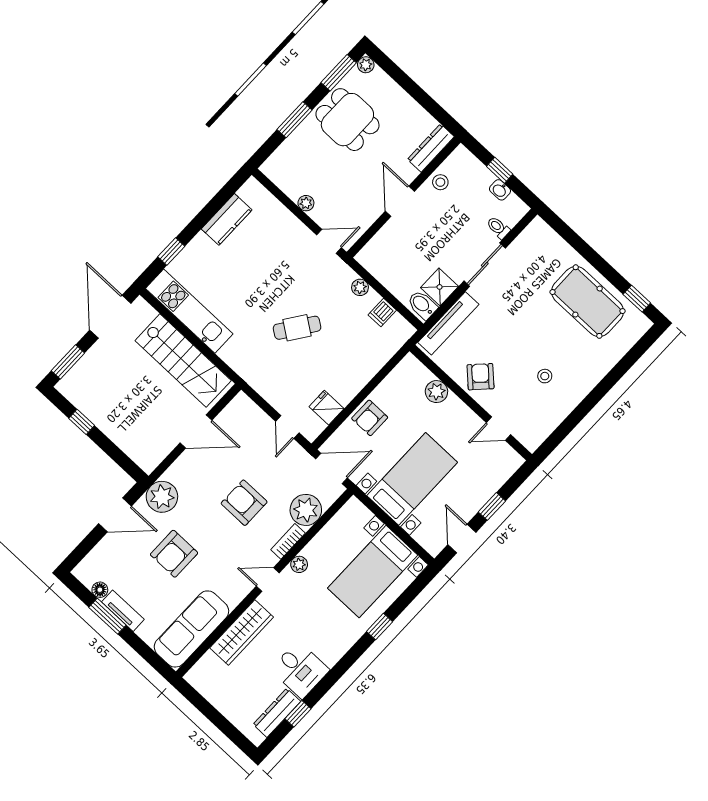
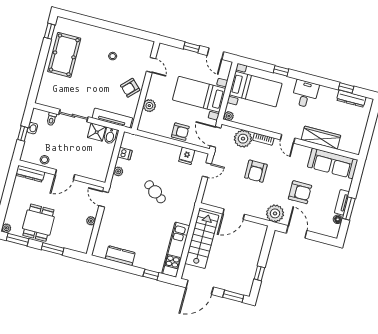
door: (196, 431) -> (234, 214), swing flipped
door: (462, 538) -> (215, 54), hinge flipped
plant: (299, 564) -> (229, 116), moved
desk: (300, 670) -> (305, 94), moved

